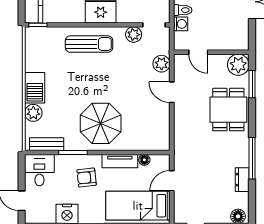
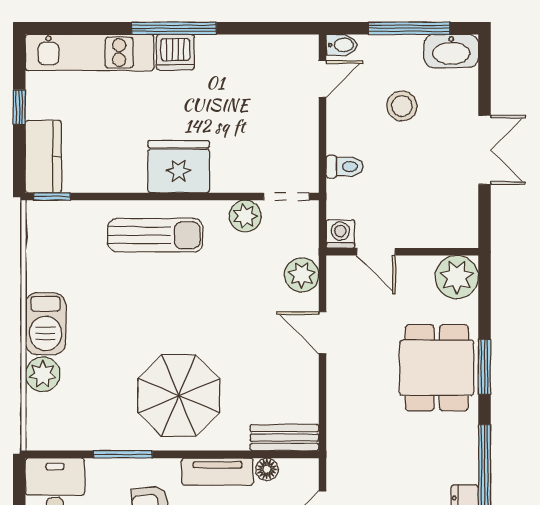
washing machine: (181, 24) -> (340, 234), moved, turned -90
window: (252, 84) -> (485, 367), moved
bench: (47, 144) -> (284, 438), moved

